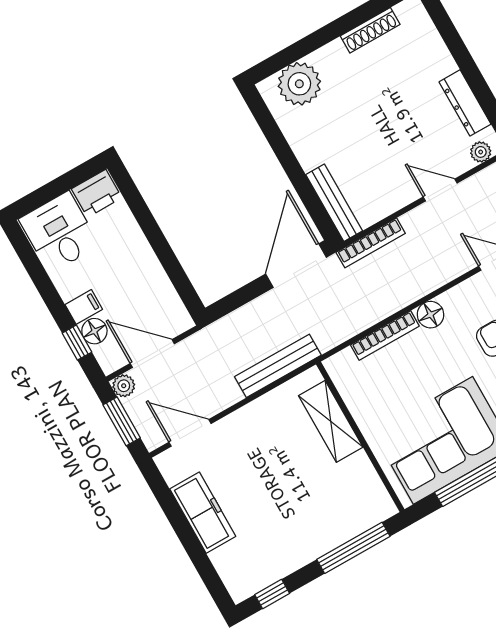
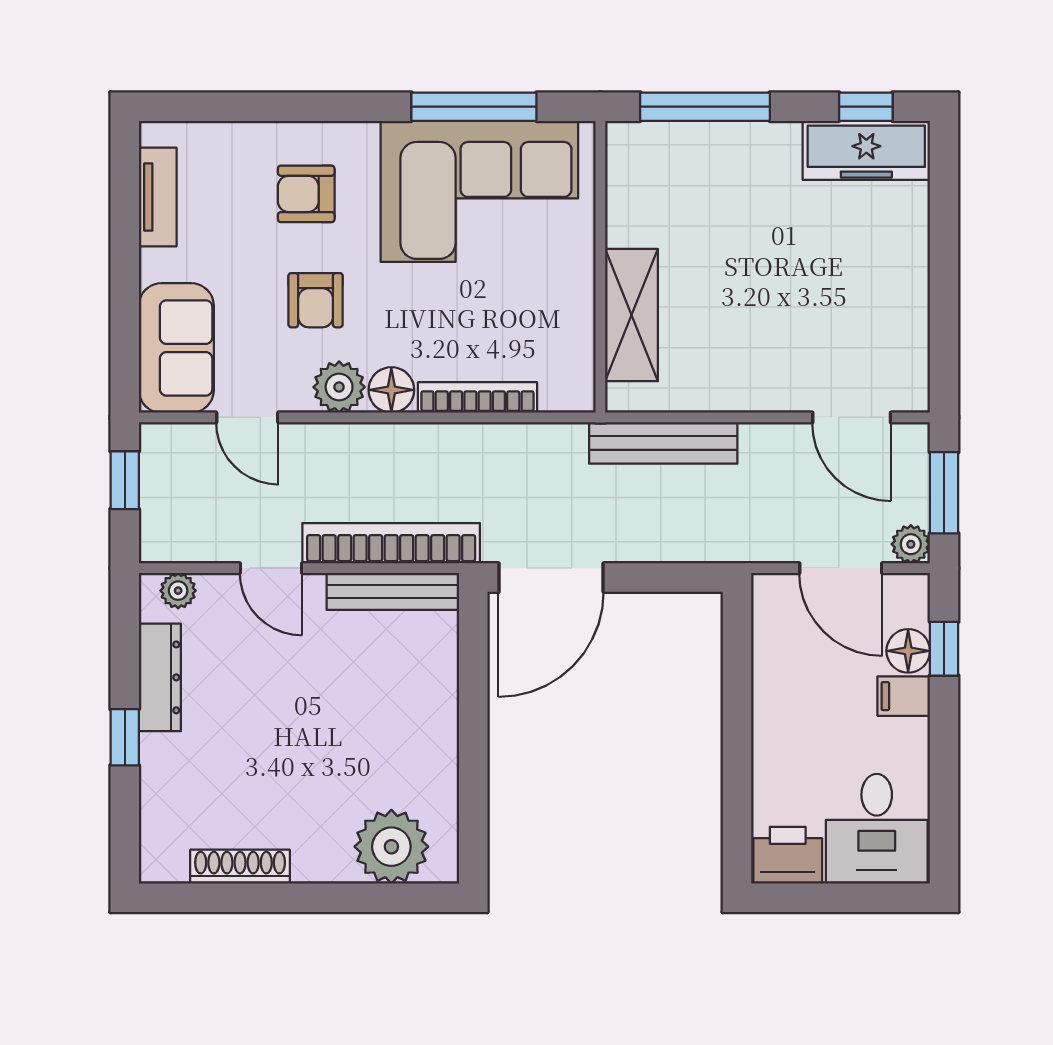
window: (466, 63) -> (125, 737), added
bench: (334, 203) -> (393, 591), moved, turned 90
bookcase: (371, 243) -> (391, 543), width x1.48, depth x1.31
plant: (458, 301) -> (339, 387), added
freezer: (203, 513) -> (866, 150), moved, turned -90

